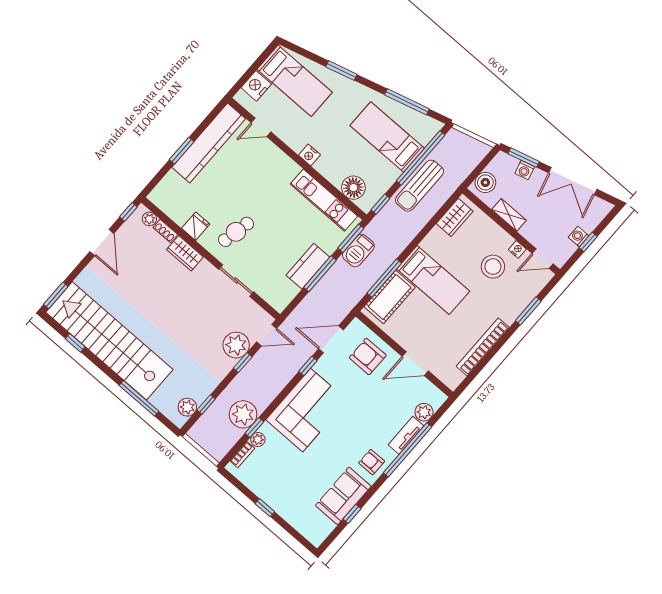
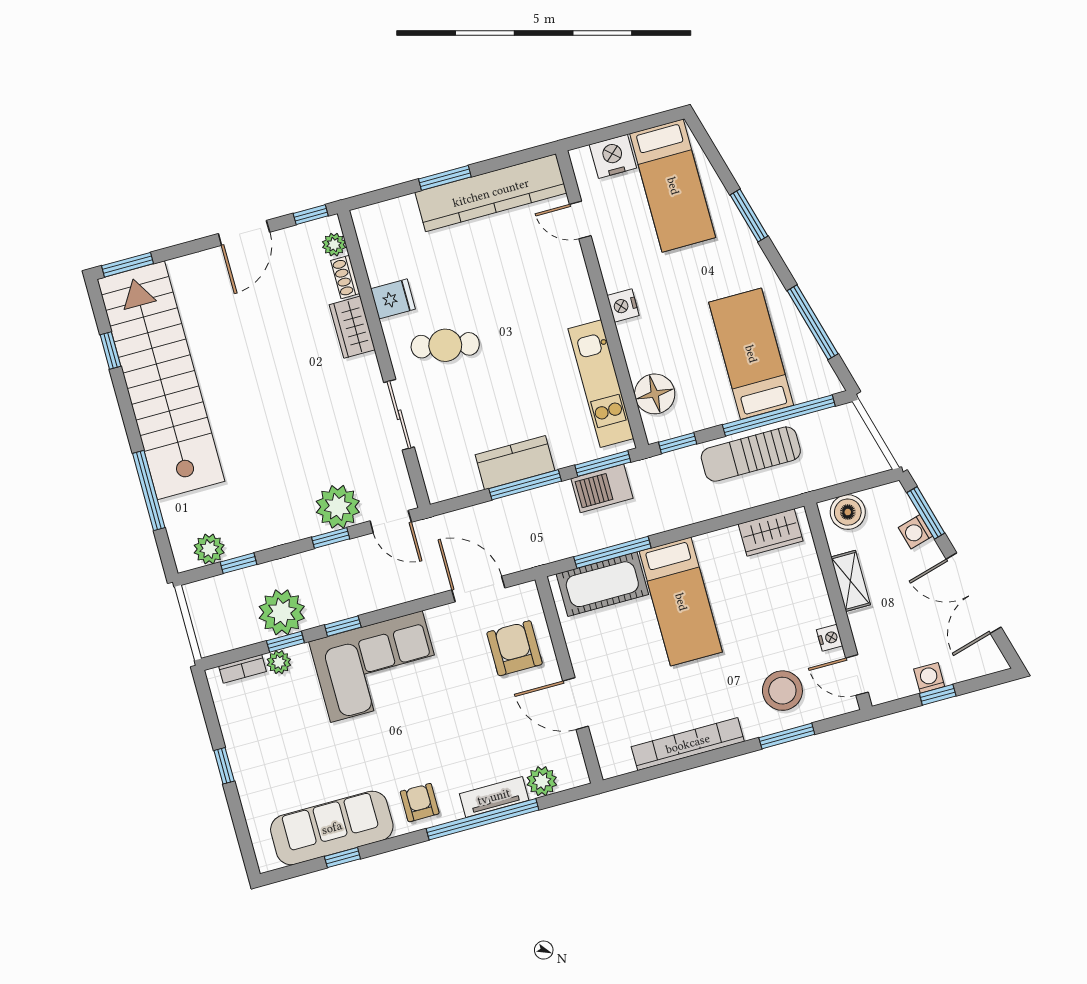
stool: (493, 267) -> (782, 691), moved
window: (308, 366) -> (343, 626), moved
sofa: (343, 496) -> (332, 828), width x1.36

